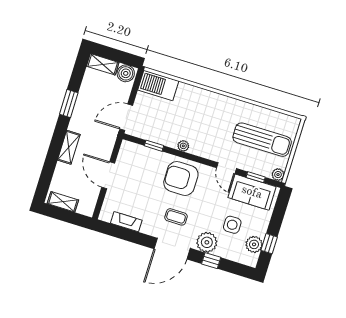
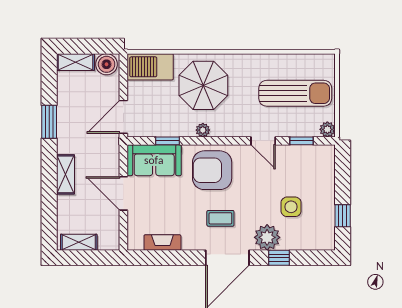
parasol: (194, 112) -> (203, 85), added
sofa: (252, 192) -> (154, 160), moved
plant: (254, 244) -> (325, 222), removed

